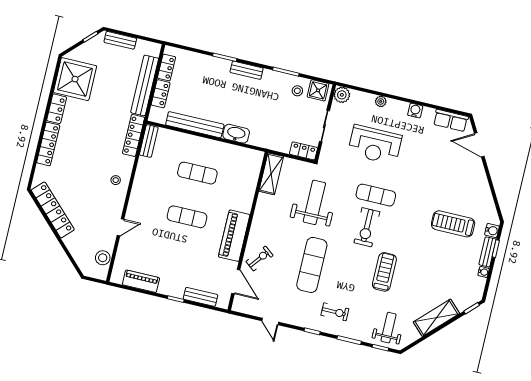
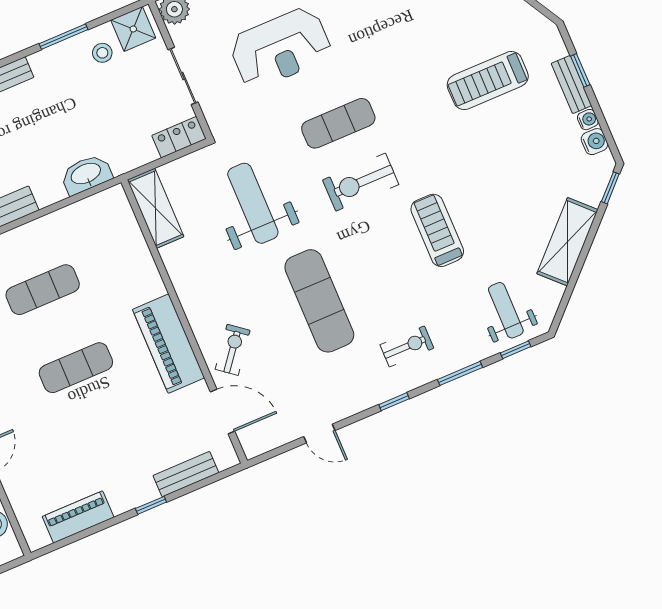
washbasin: (236, 134) -> (86, 174), moved
exercise bike: (367, 227) -> (361, 182), turned 90
water cooler: (492, 230) -> (594, 142), moved

